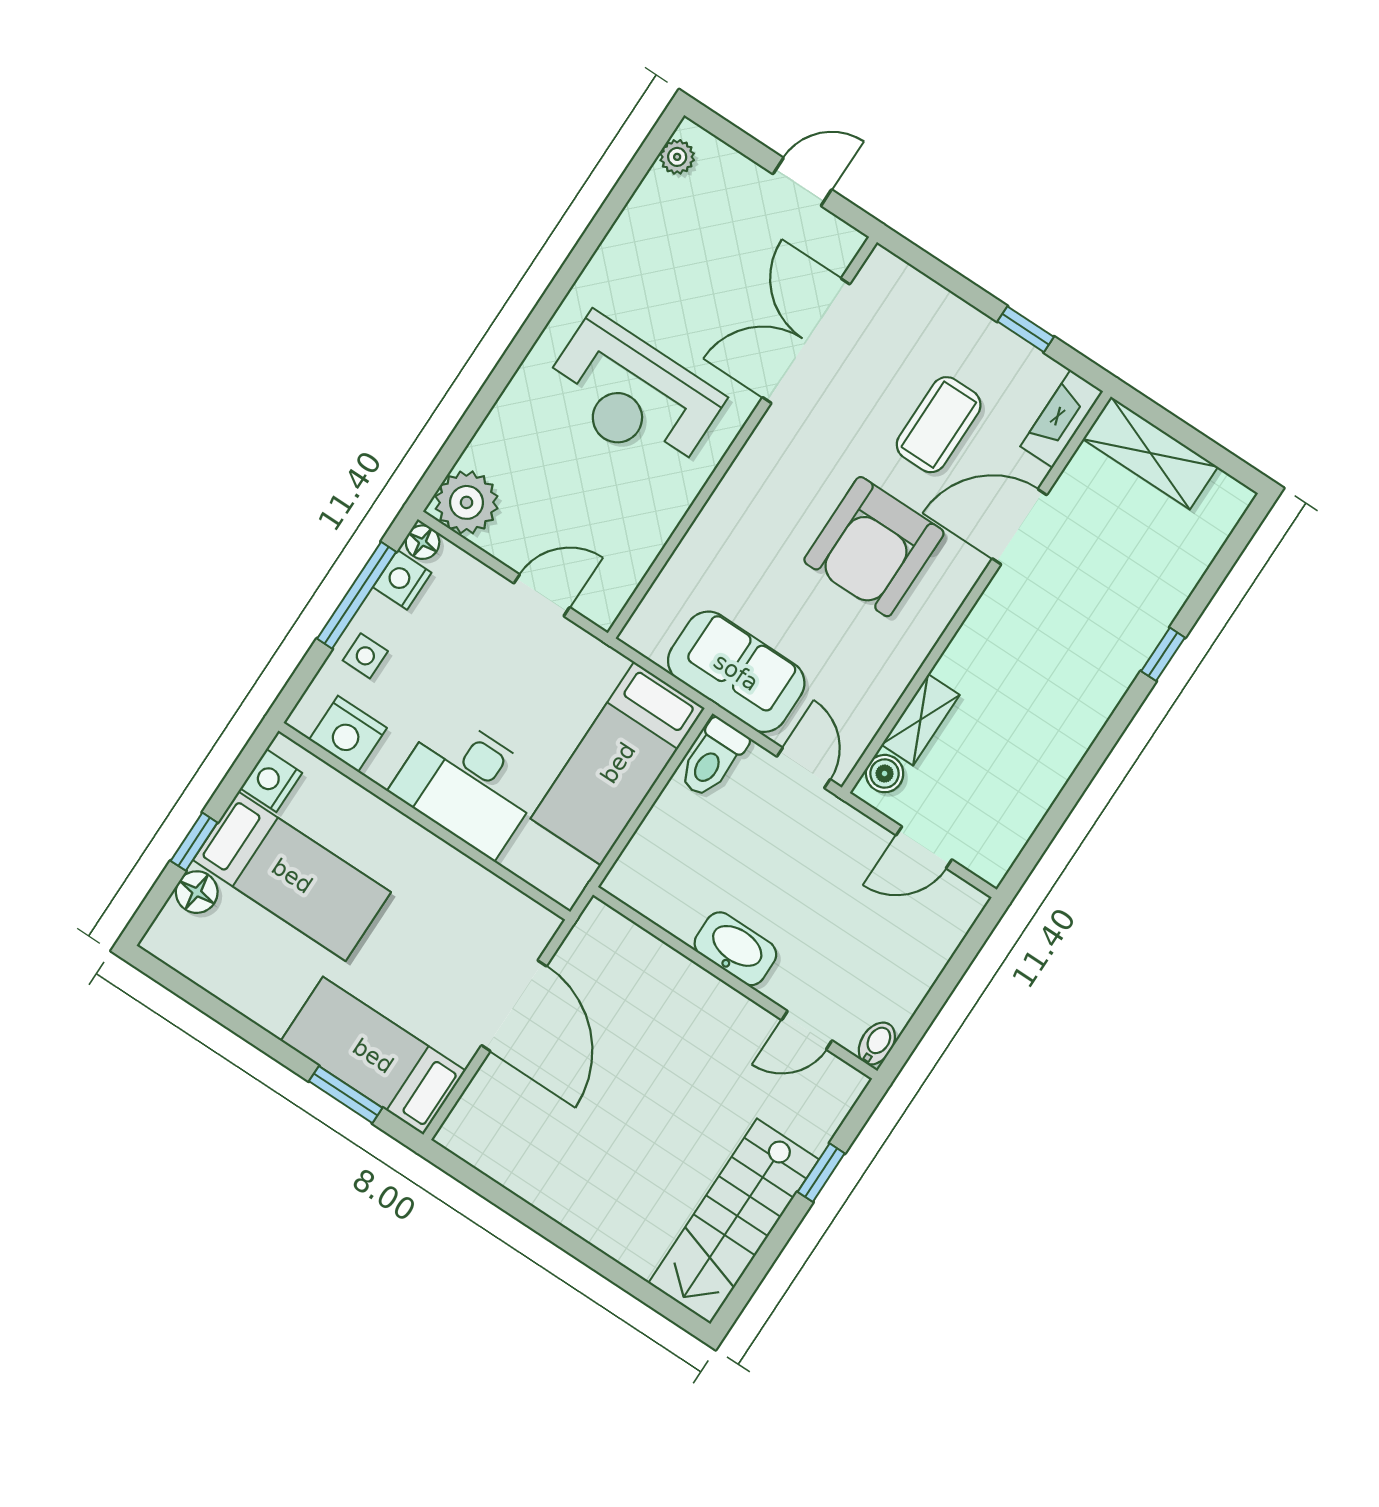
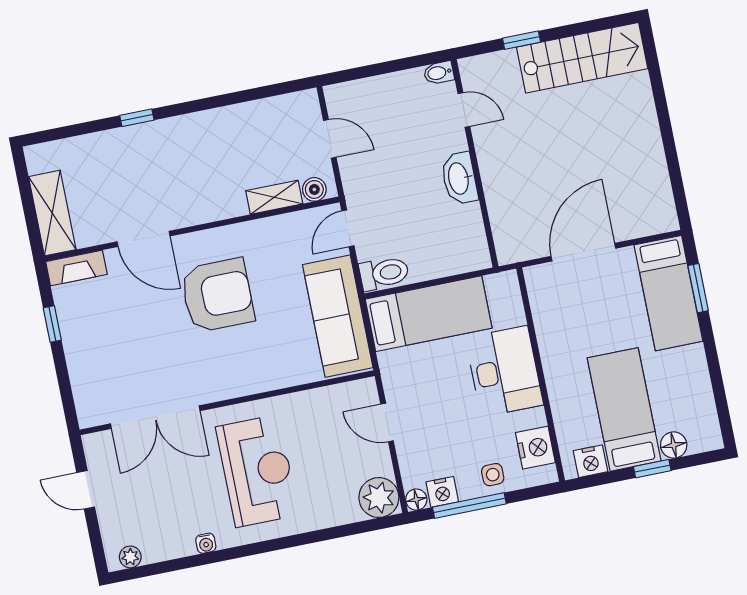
water cooler: (608, 257) -> (206, 543), added
coffee table: (939, 425) -> (134, 320), removed
sofa: (736, 672) -> (338, 316), width x1.36

